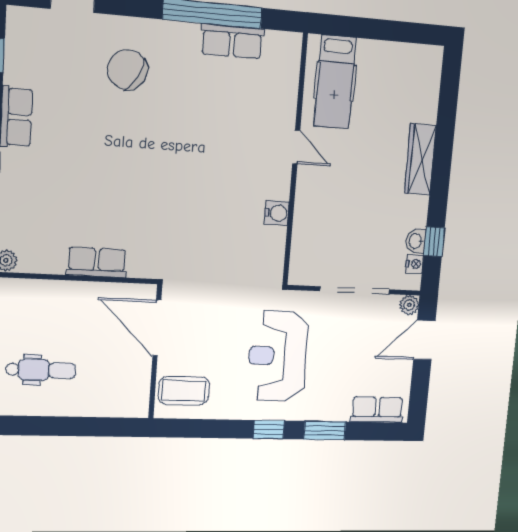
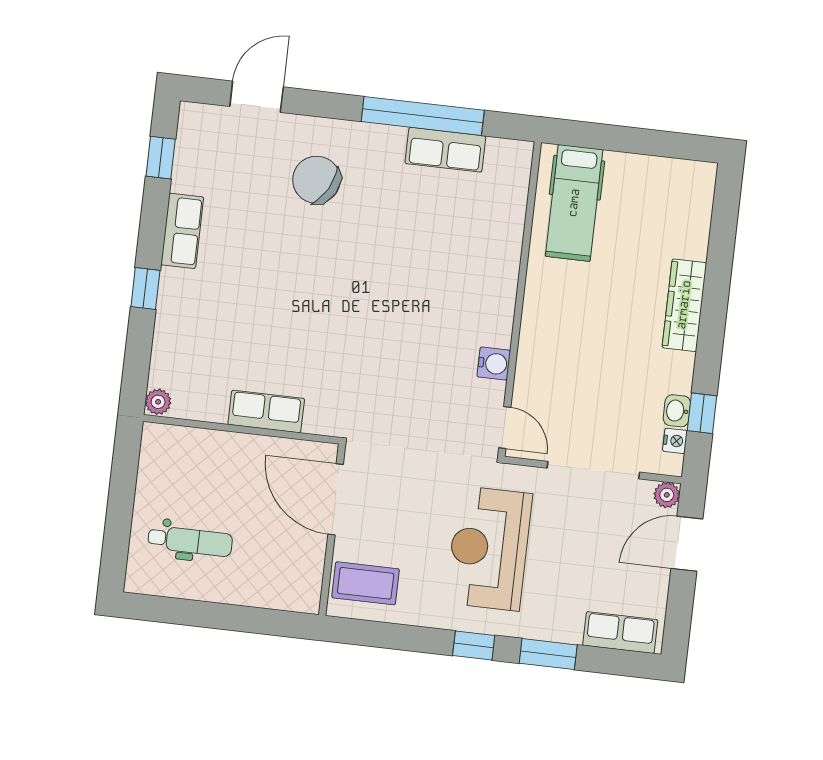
door: (296, 147) -> (505, 428), moved

